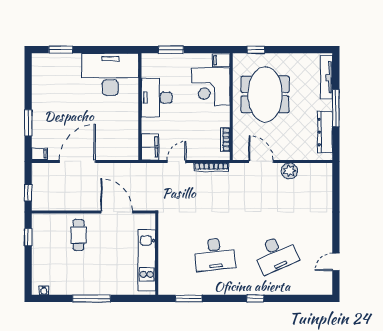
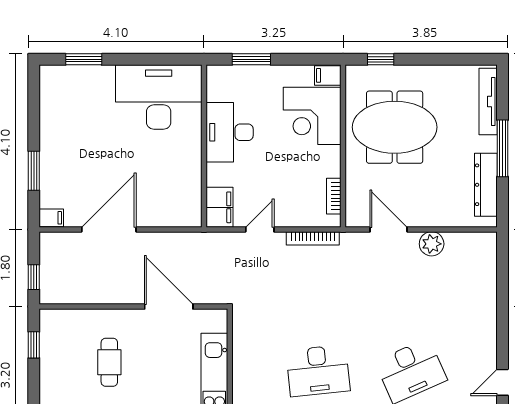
meeting table: (265, 94) -> (395, 127), turned 90
cafe table: (79, 235) -> (109, 362), moved

